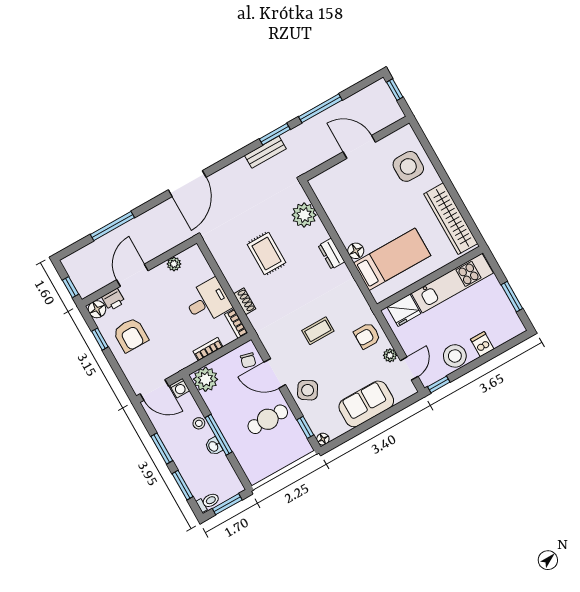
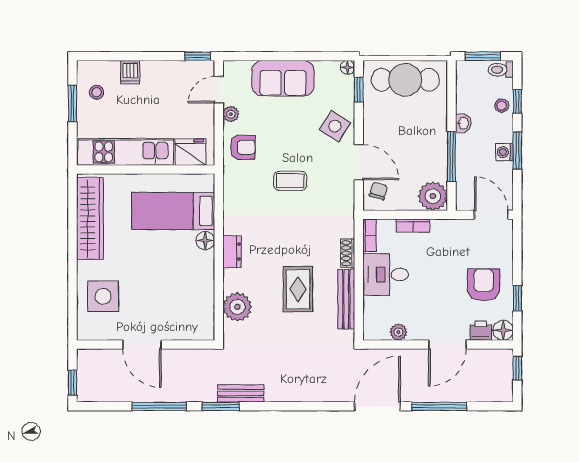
door: (187, 184) -> (377, 406), moved
bench: (227, 267) -> (346, 299), added
stool: (455, 356) -> (97, 92), moved, width x0.53, depth x0.53
washing machine: (180, 388) -> (505, 152), moved, turned -90
cafe table: (268, 419) -> (405, 80), moved, width x1.37, depth x1.35
stool: (199, 423) -> (502, 106), moved
window: (219, 435) -> (451, 157), moved
window: (183, 485) -> (517, 102), width x0.67

